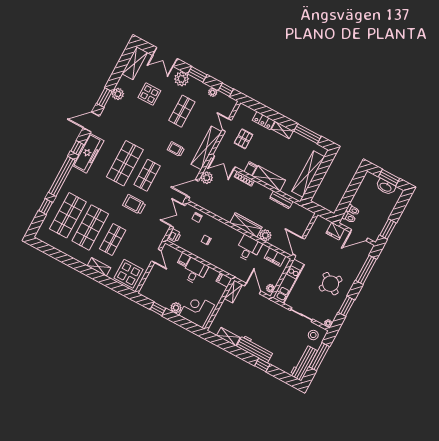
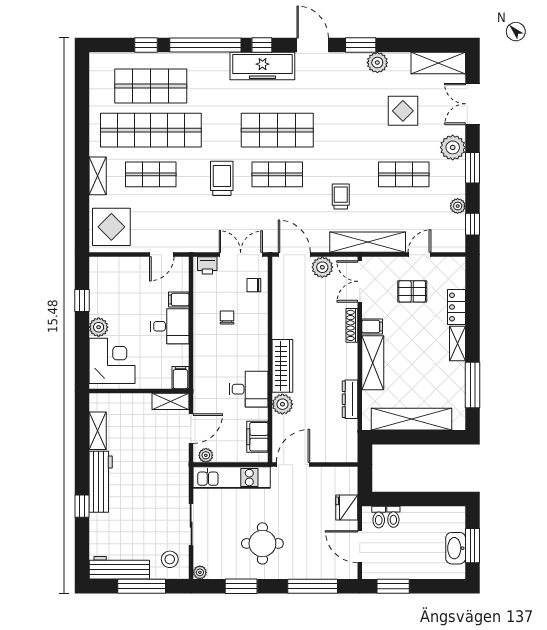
shop shelf: (90, 227) -> (151, 130), width x1.40
round table: (331, 284) -> (262, 543), turned -34

